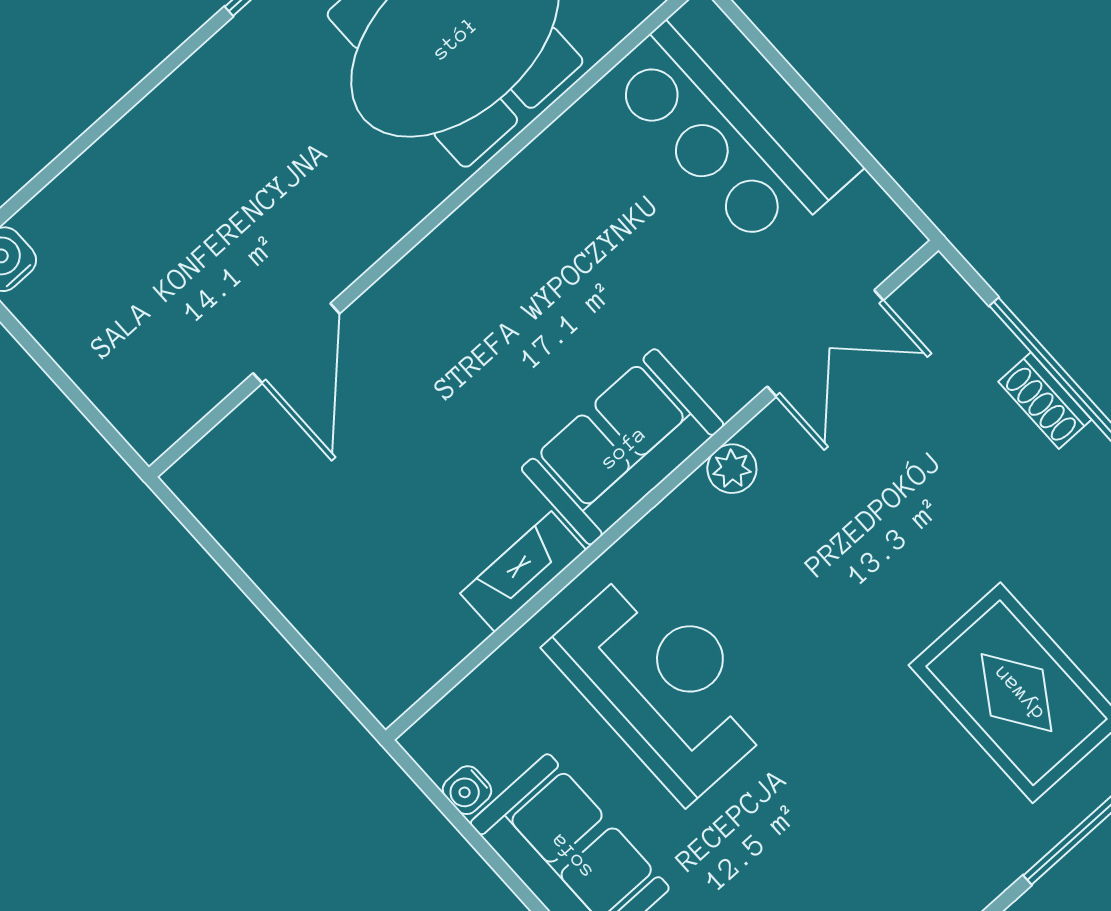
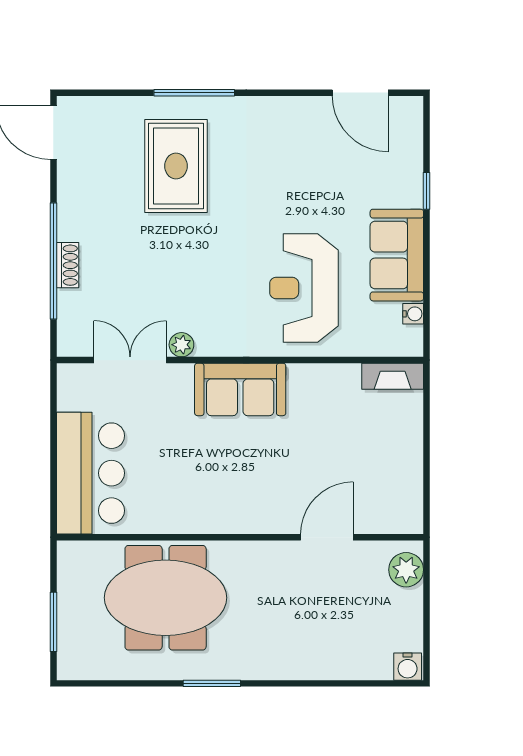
plant: (135, 401) -> (406, 570), added
plant: (732, 469) -> (181, 345), moved
fireplace: (523, 572) -> (393, 376), moved

